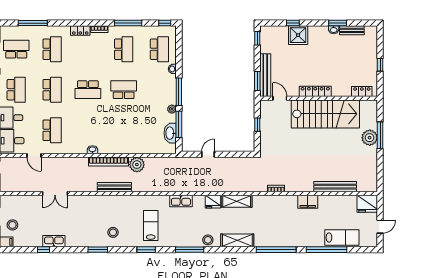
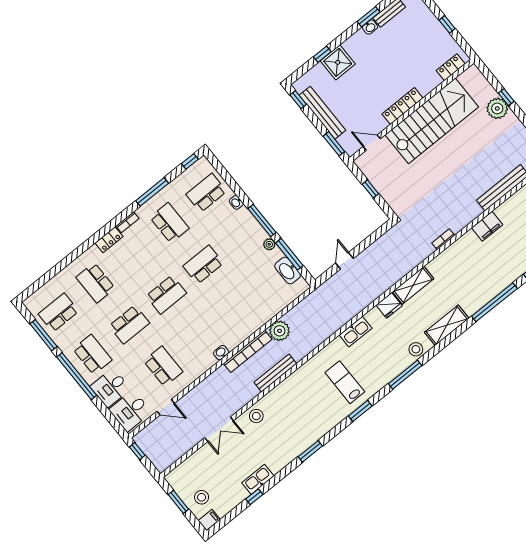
window: (33, 23) -> (54, 272), removed
school desk: (52, 49) -> (95, 283), turned 180
school desk: (159, 49) -> (206, 193), turned -90
bench: (265, 75) -> (322, 113), moved
school desk: (52, 90) -> (129, 325), turned 90
window: (380, 135) -> (506, 97), width x0.46
stool: (113, 232) -> (256, 416), moved

